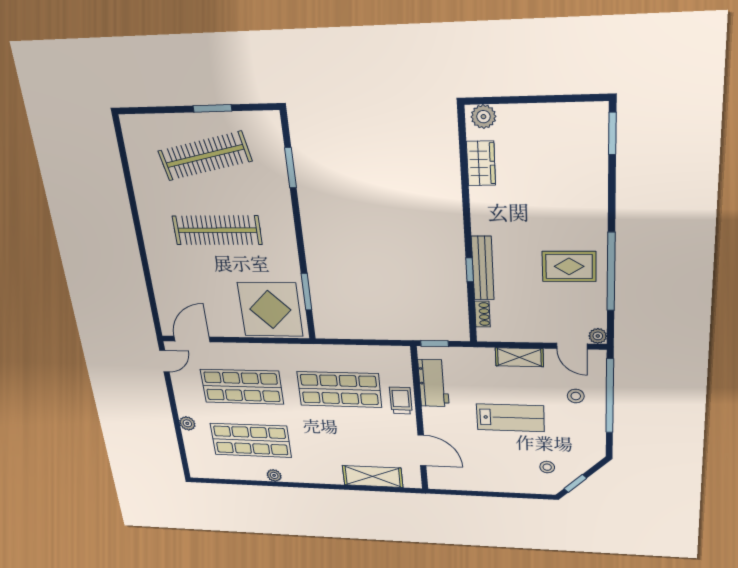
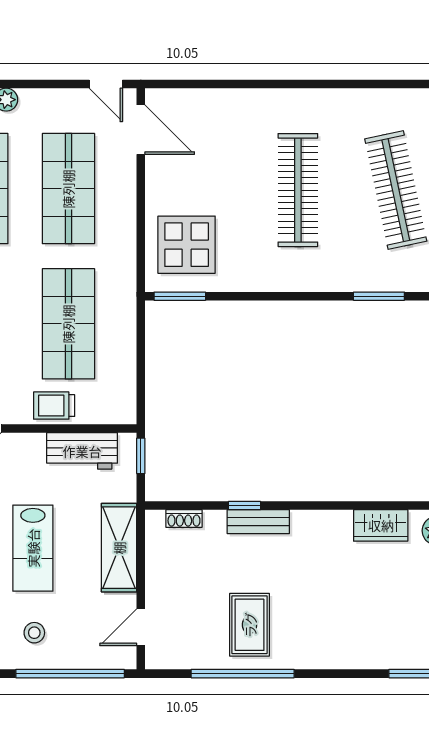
bench: (483, 268) -> (258, 522), width x0.73
window: (306, 292) -> (180, 296), moved
display table: (270, 309) -> (187, 245), width x0.73, depth x0.73
plant: (598, 336) -> (156, 659), removed
shelving: (519, 357) -> (119, 548), width x1.50, depth x1.33
stool: (576, 396) -> (34, 633), moved
trolley: (401, 401) -> (54, 406), turned 180

